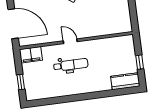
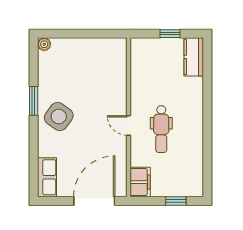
door: (70, 41) -> (129, 125), hinge flipped
dental chair: (71, 65) -> (161, 129), turned 180

